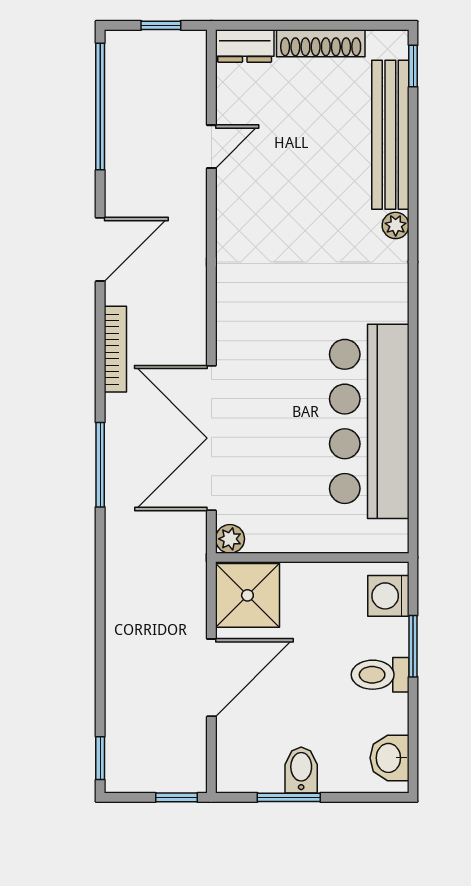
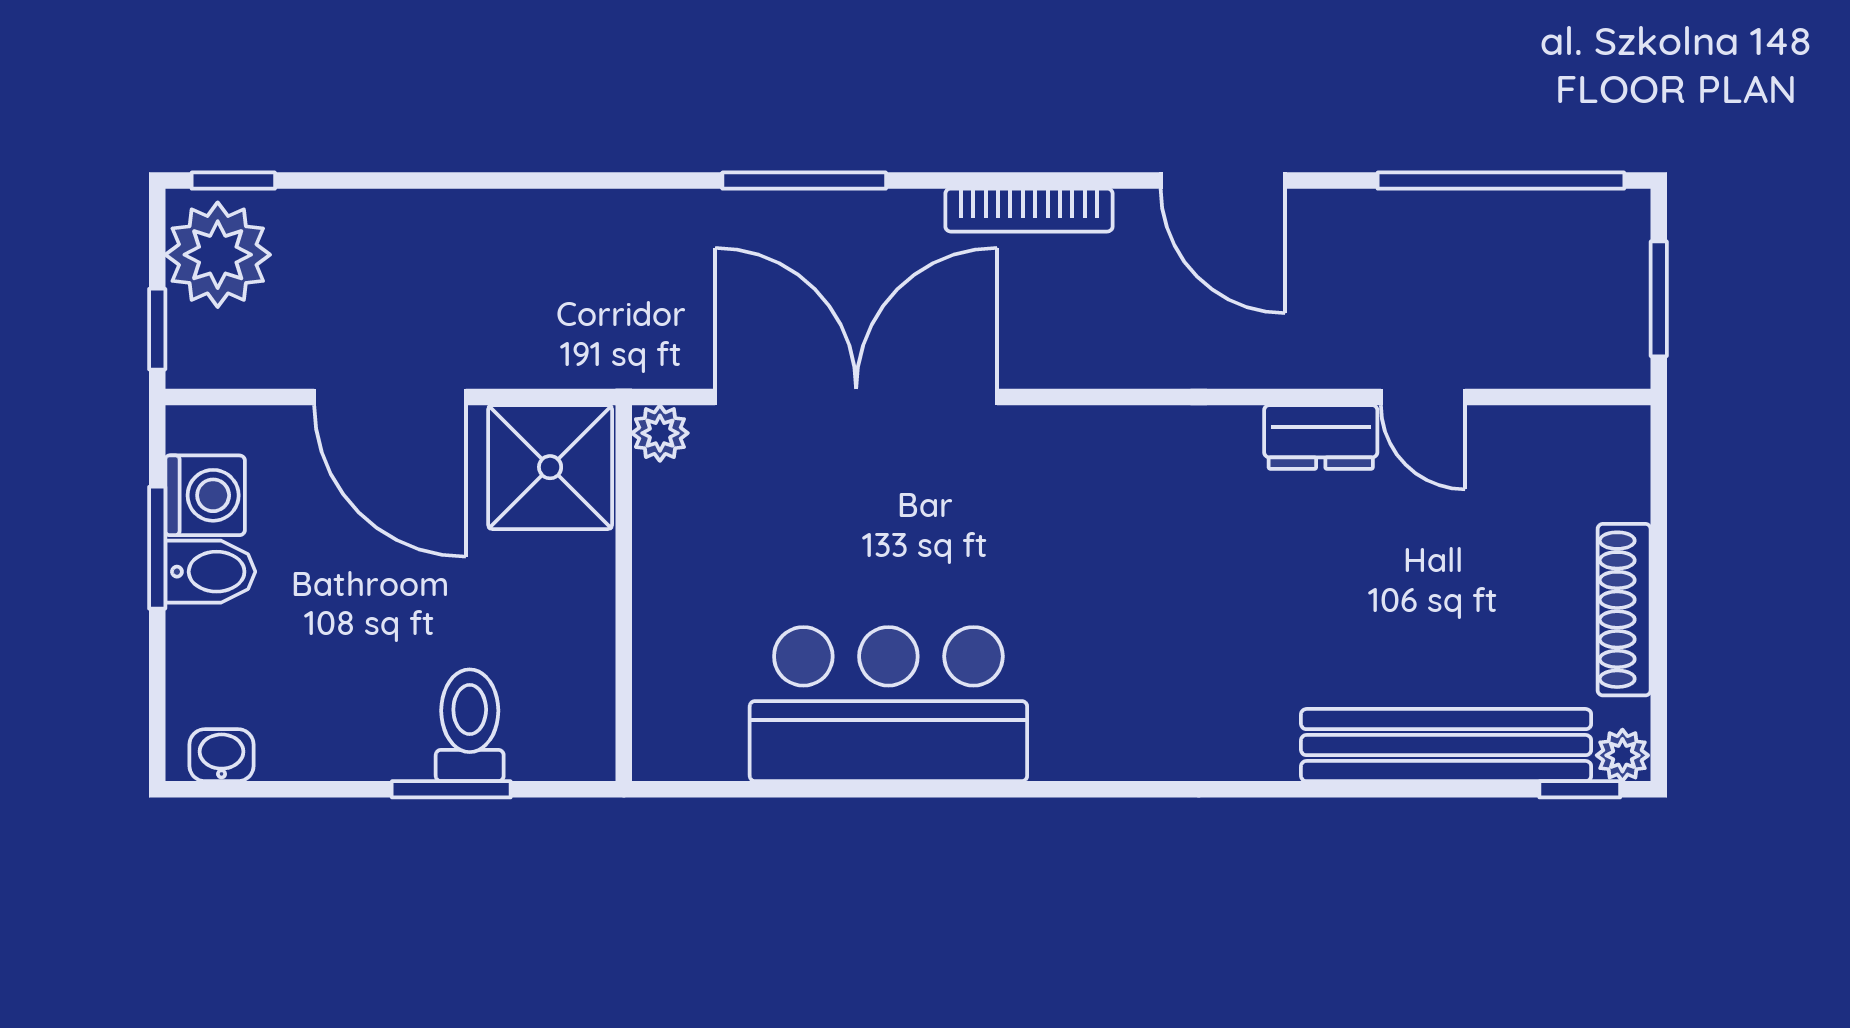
window: (161, 25) -> (1659, 299), width x1.50
dresser: (245, 46) -> (1321, 437), moved, turned -90
plant: (396, 225) -> (1622, 755), moved
bar counter: (369, 421) -> (888, 704), width x0.73
washing machine: (388, 596) -> (205, 495), moved, turned 90
toilet: (380, 675) -> (470, 725), moved
washbasin: (390, 758) -> (222, 755), width x0.72, depth x0.69
plant: (138, 766) -> (218, 255), added

